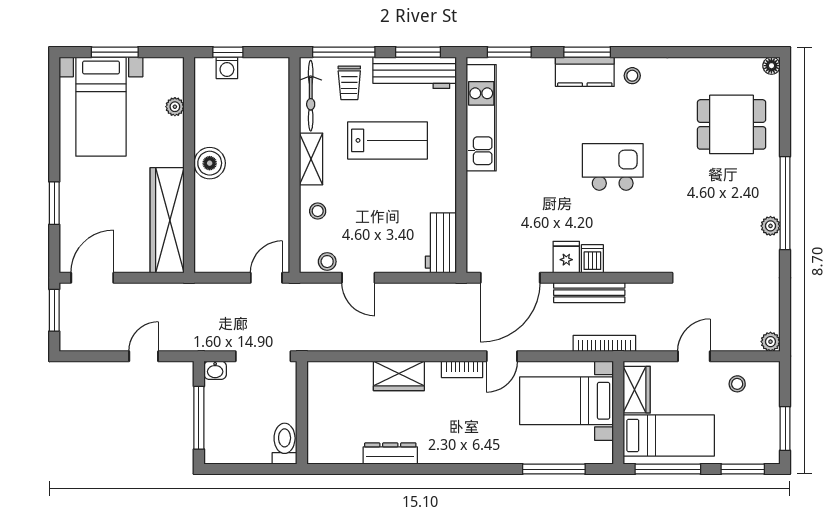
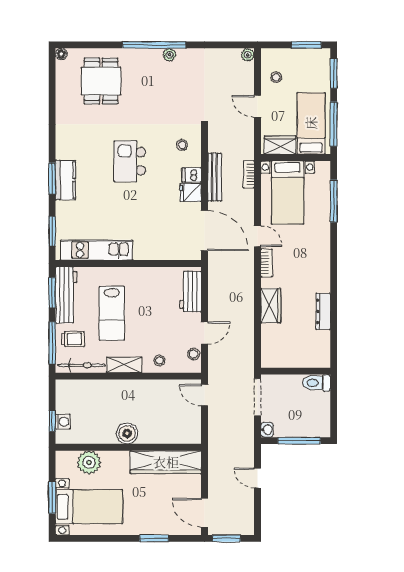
stool: (632, 76) -> (182, 145), moved
plant: (175, 107) -> (89, 462), width x1.88, depth x1.88
lab bench: (387, 140) -> (112, 313), turned 180
workbench: (441, 243) -> (191, 291), moved, turned 90
bookcase: (604, 343) -> (249, 174), width x0.64

